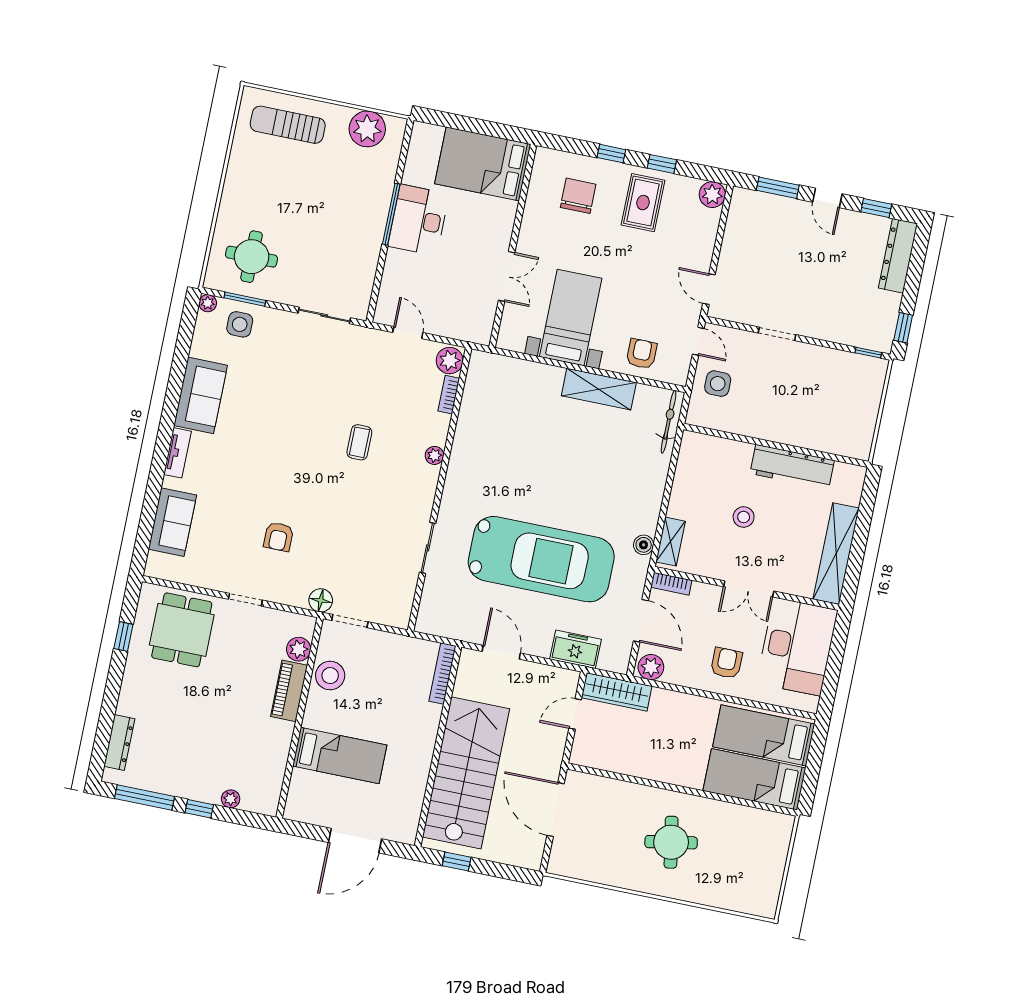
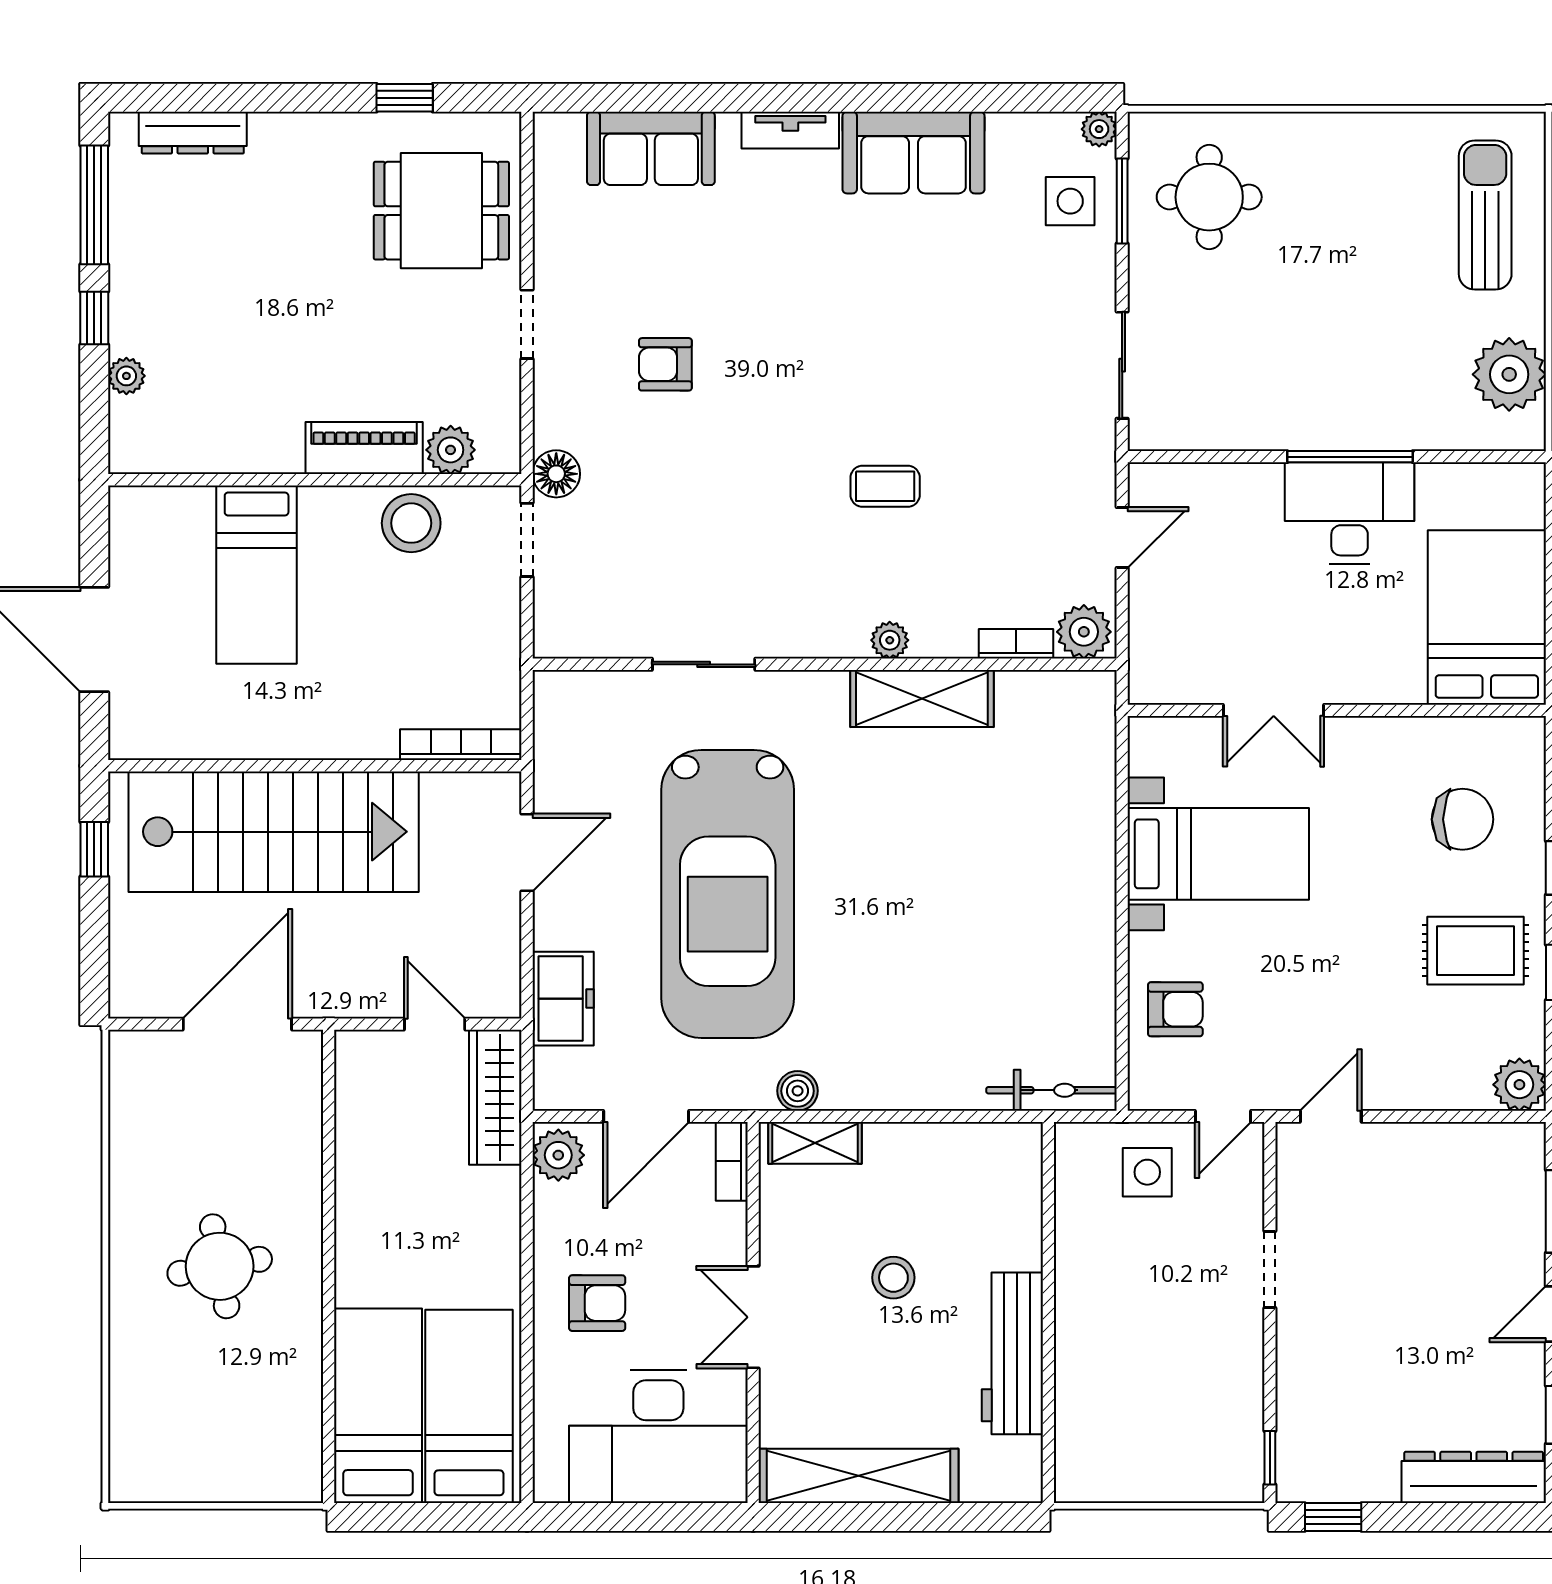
shelving: (599, 389) -> (922, 698), moved, turned 90

